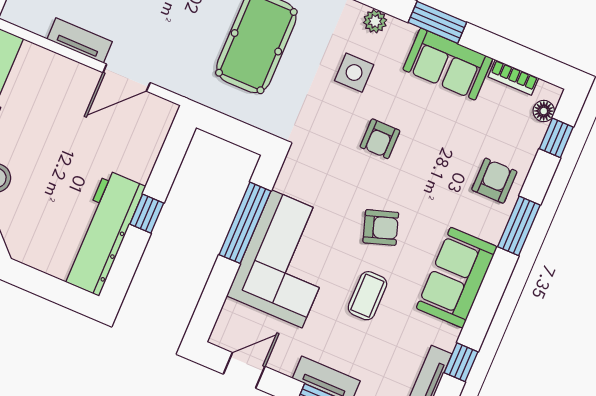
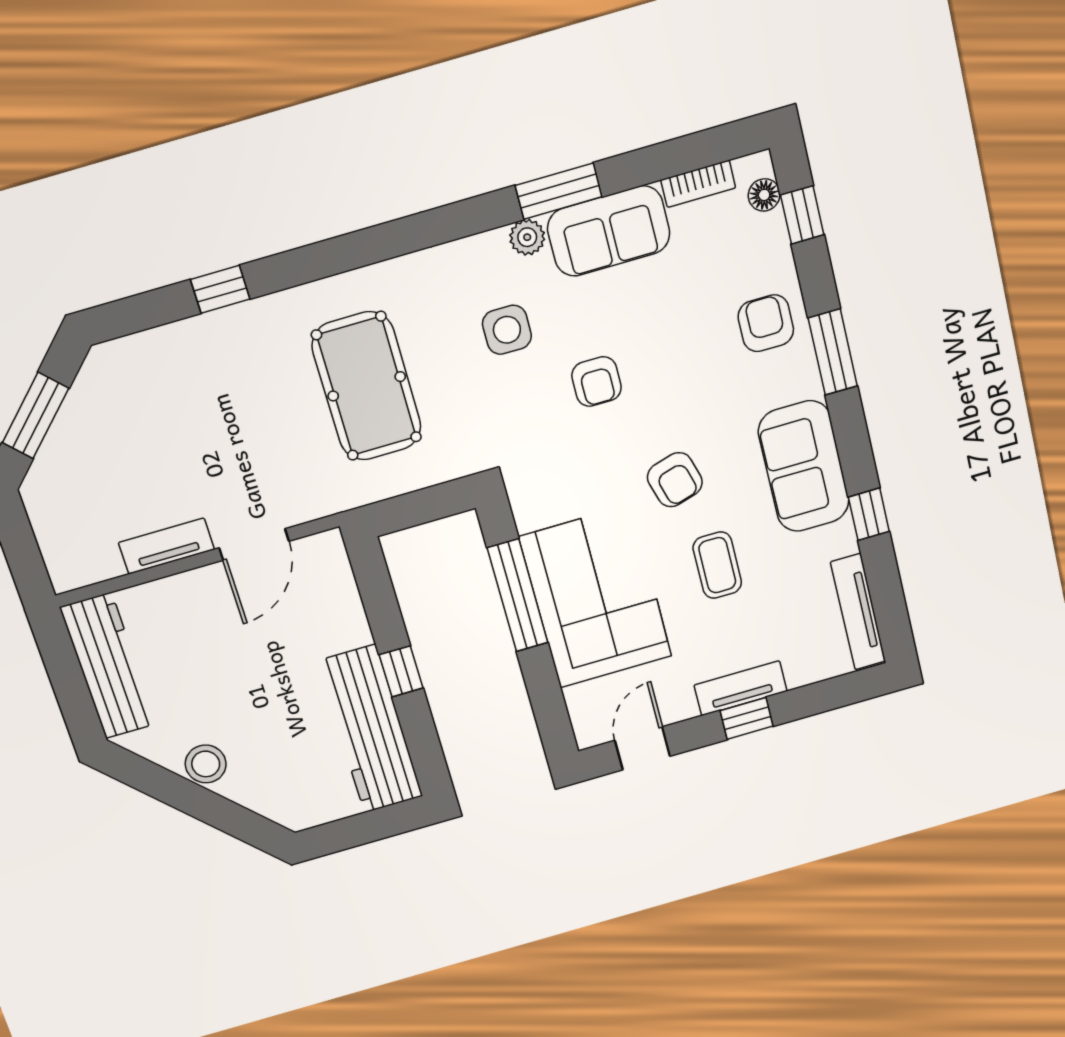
plant: (375, 21) -> (527, 237), moved
armchair: (381, 228) -> (675, 480), turned 92
window: (461, 362) -> (869, 514), moved

